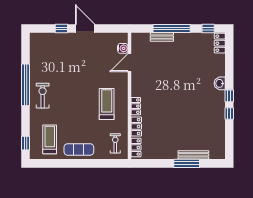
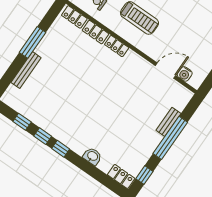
door: (129, 63) -> (165, 71), hinge flipped
washbasin: (220, 83) -> (92, 156), moved
window: (229, 134) -> (22, 122), added
window: (187, 163) -> (32, 42), moved

